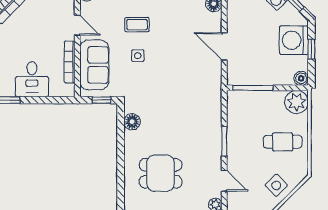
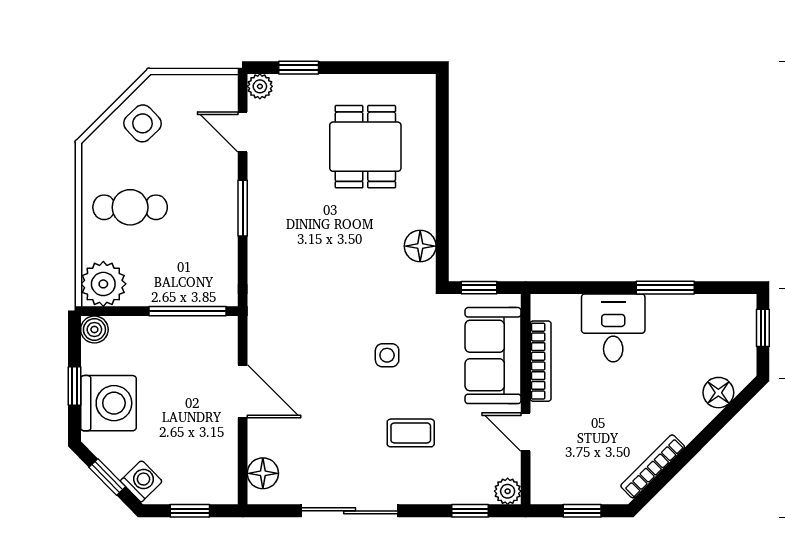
side table: (138, 56) -> (387, 355), moved
dining table: (161, 173) -> (365, 147), turned 90

